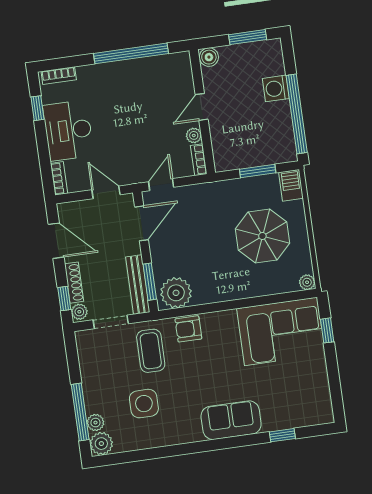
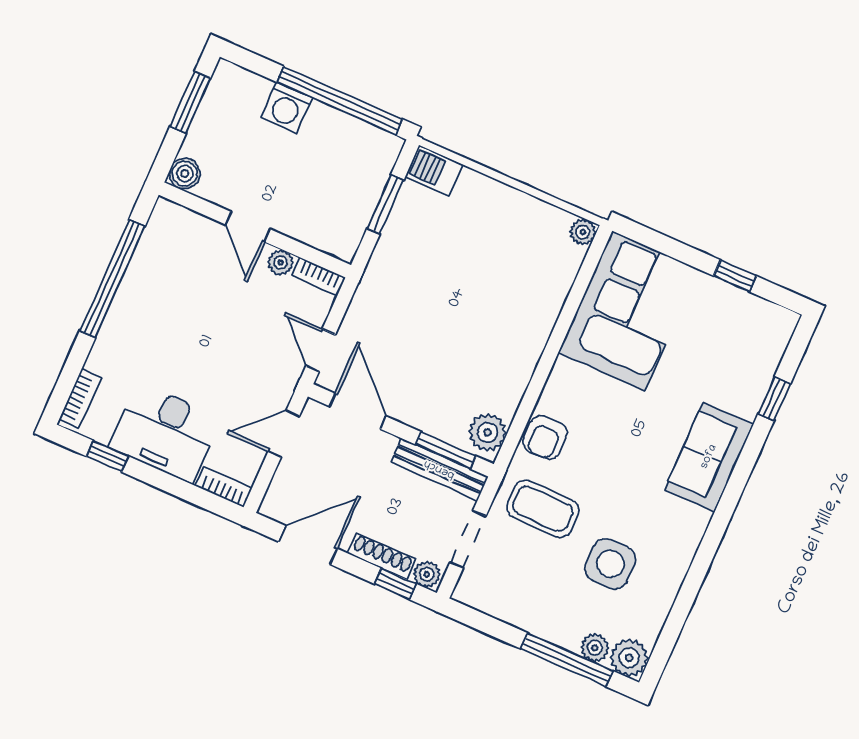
parasol: (262, 236) -> (480, 254), removed
plant: (176, 293) -> (488, 432), width x0.73, depth x0.73
window: (327, 330) -> (735, 276), moved

